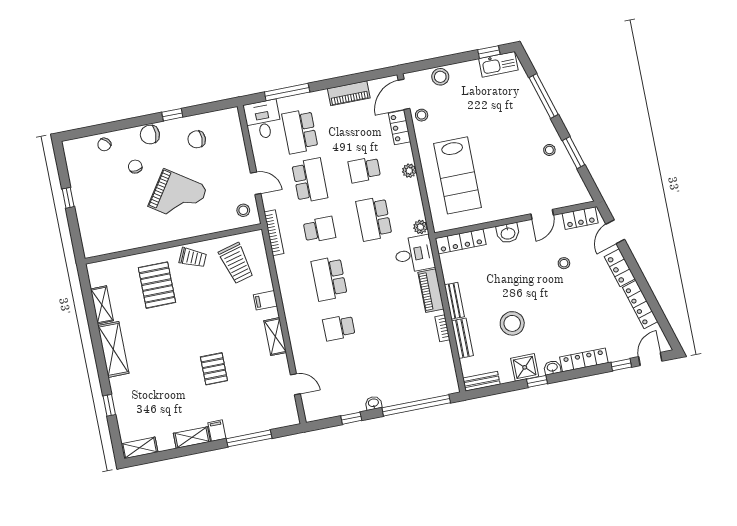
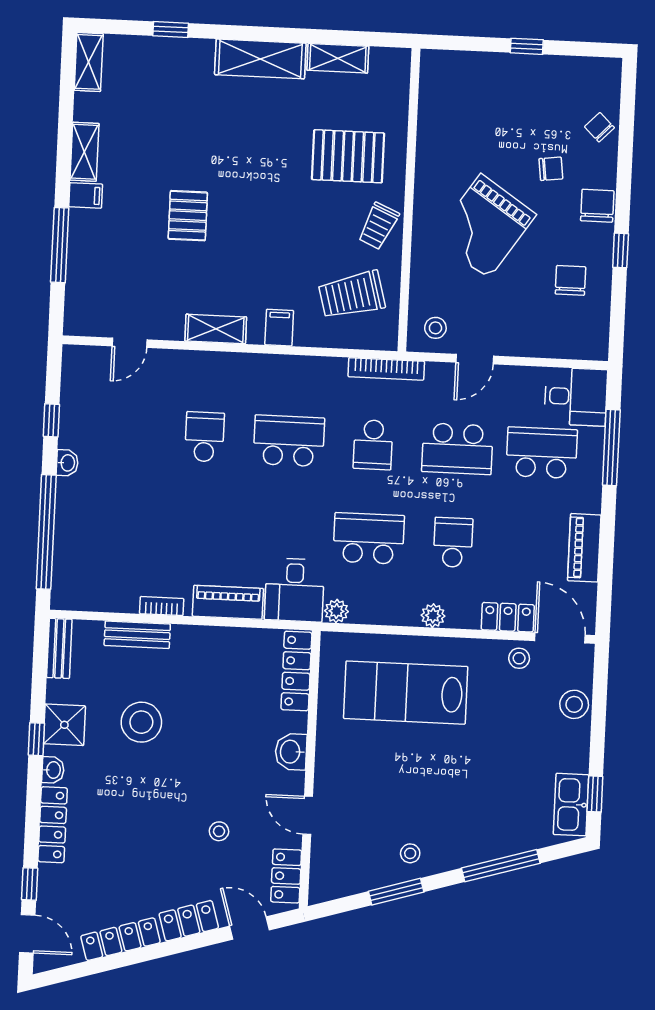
bench: (454, 301) -> (202, 637), removed
pallet: (214, 369) -> (188, 216), turned 90

